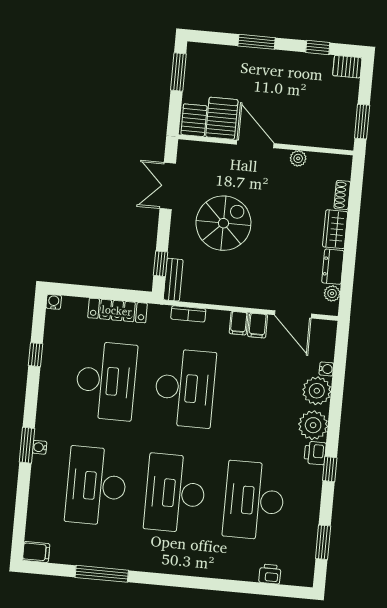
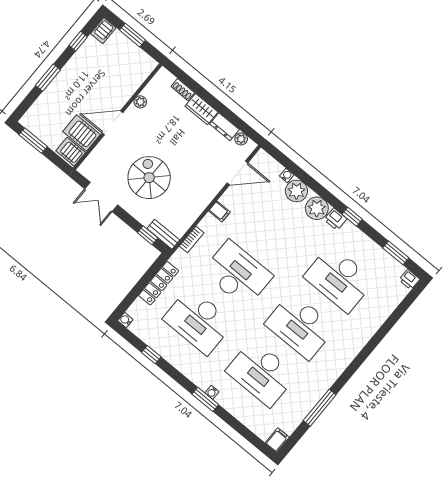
window: (362, 122) -> (132, 35), moved
filing cabinet: (258, 326) -> (229, 200), removed
desk: (106, 381) -> (198, 321), turned 180
printer: (270, 574) -> (409, 280), moved, turned -90

